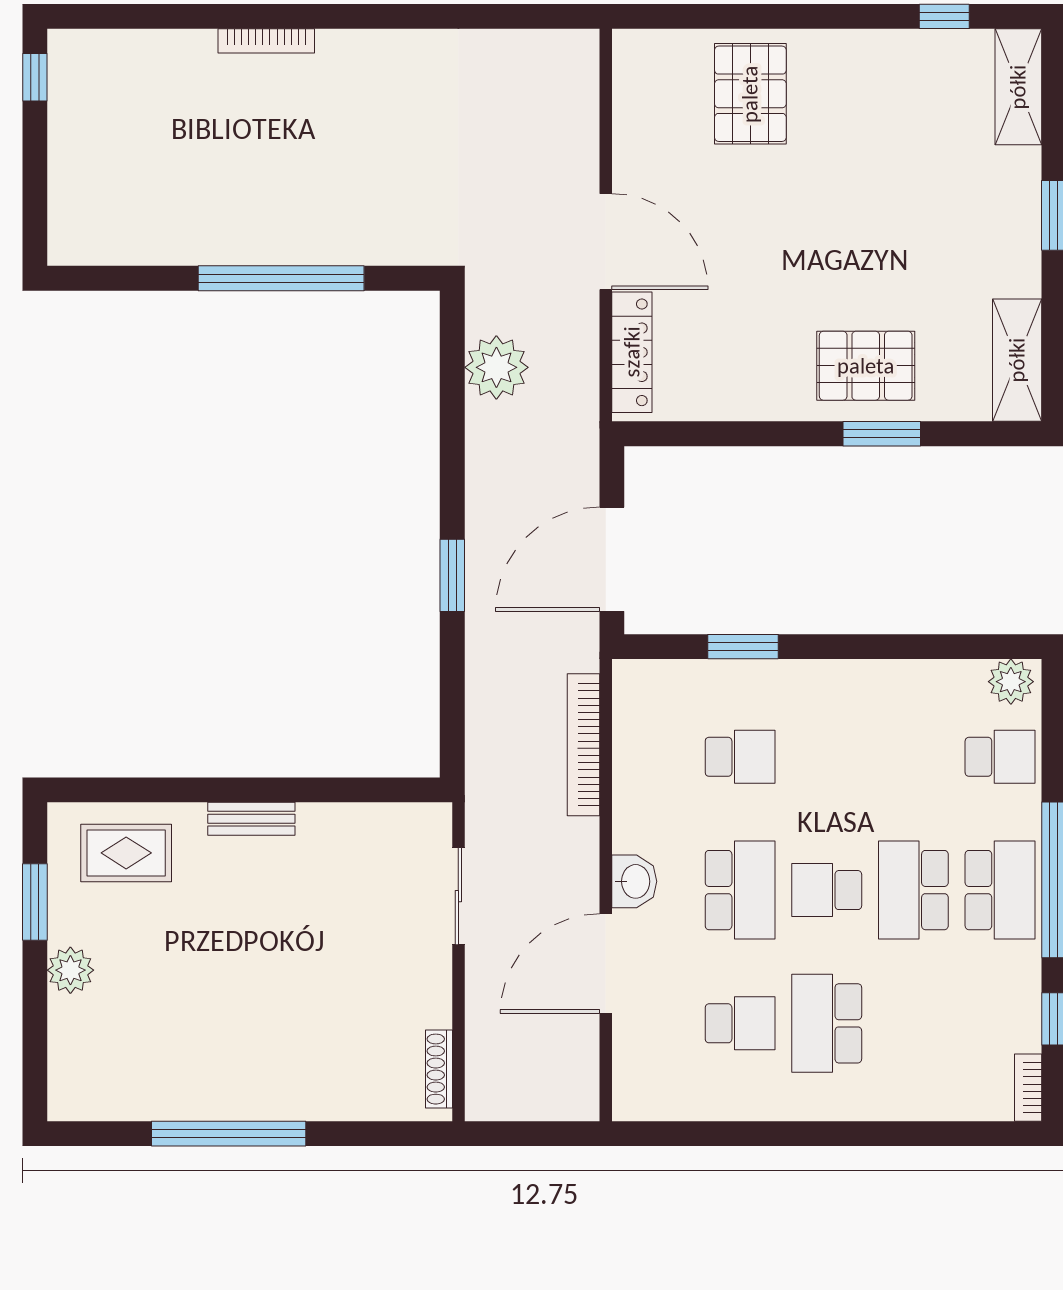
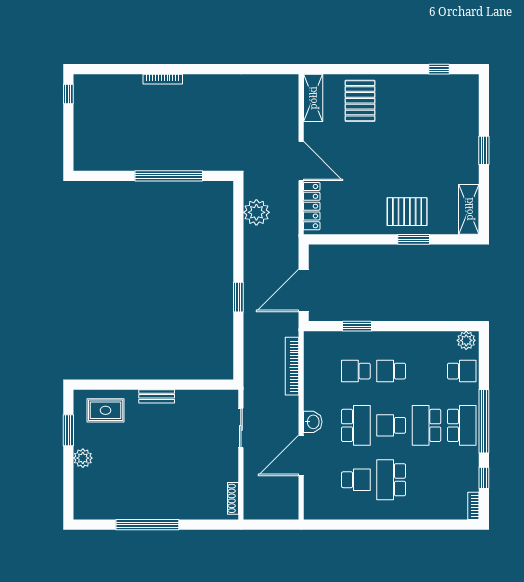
shelving: (1018, 87) -> (313, 98), moved
school desk: (740, 757) -> (356, 371), turned 180
school desk: (827, 757) -> (391, 371), added

